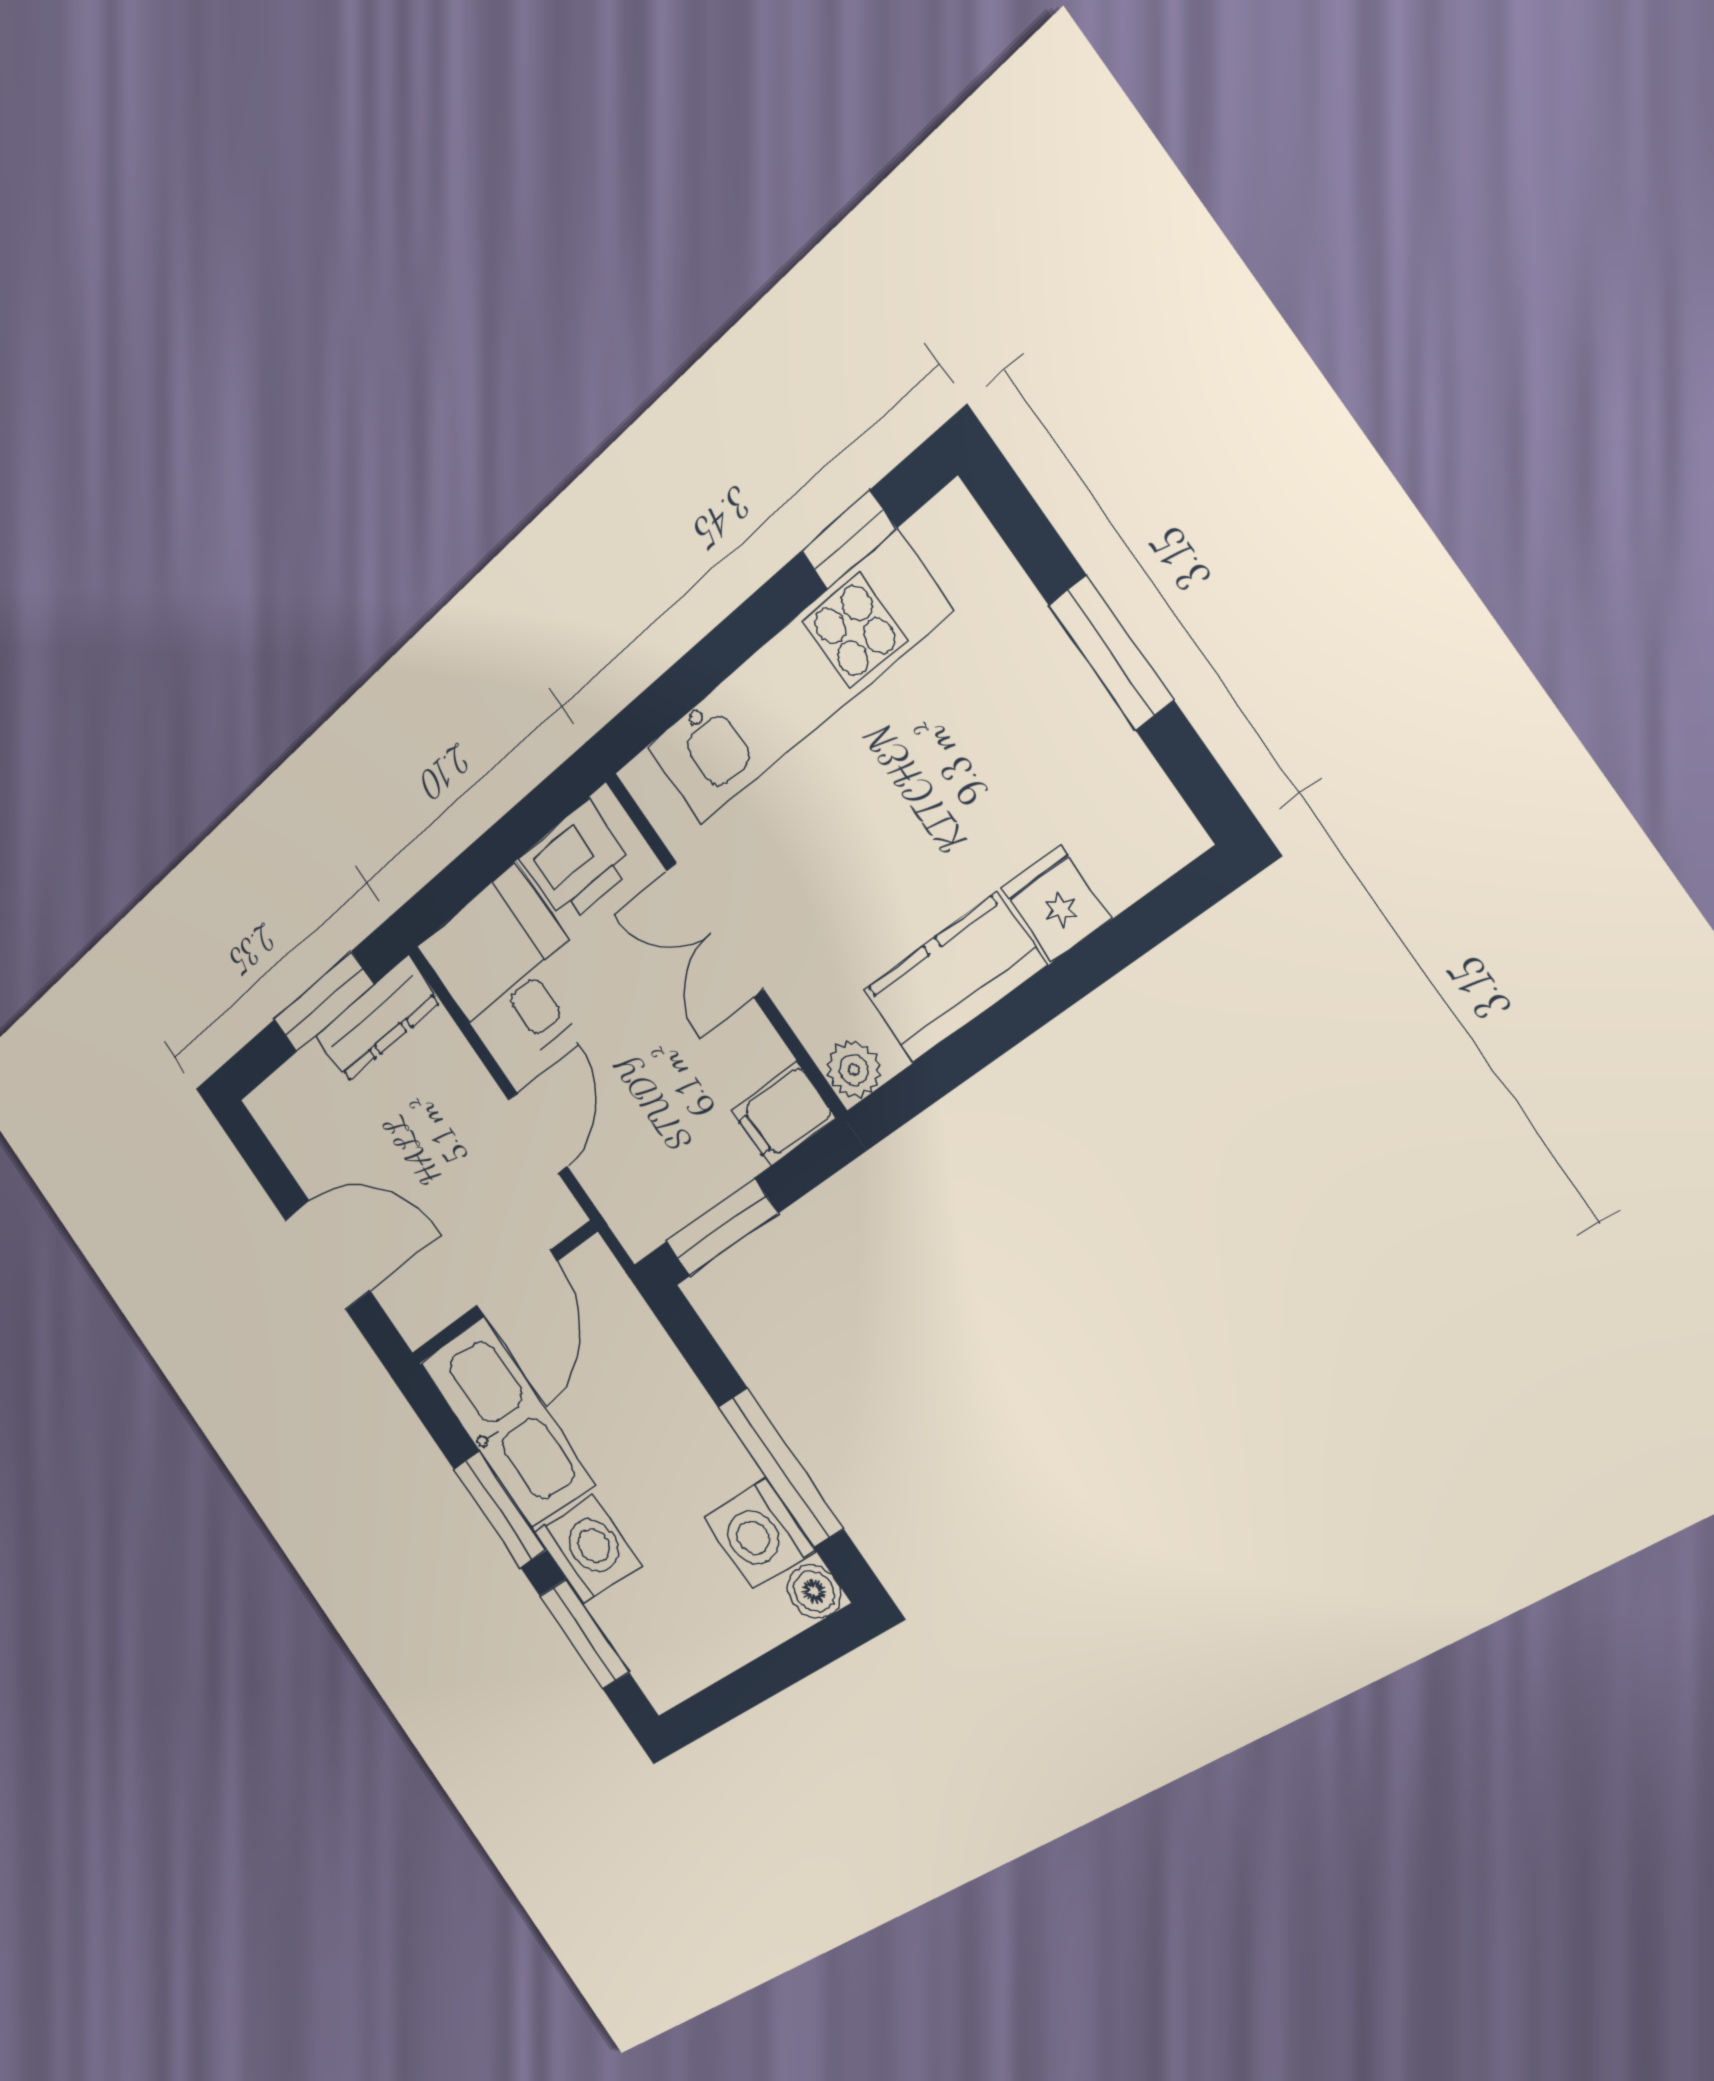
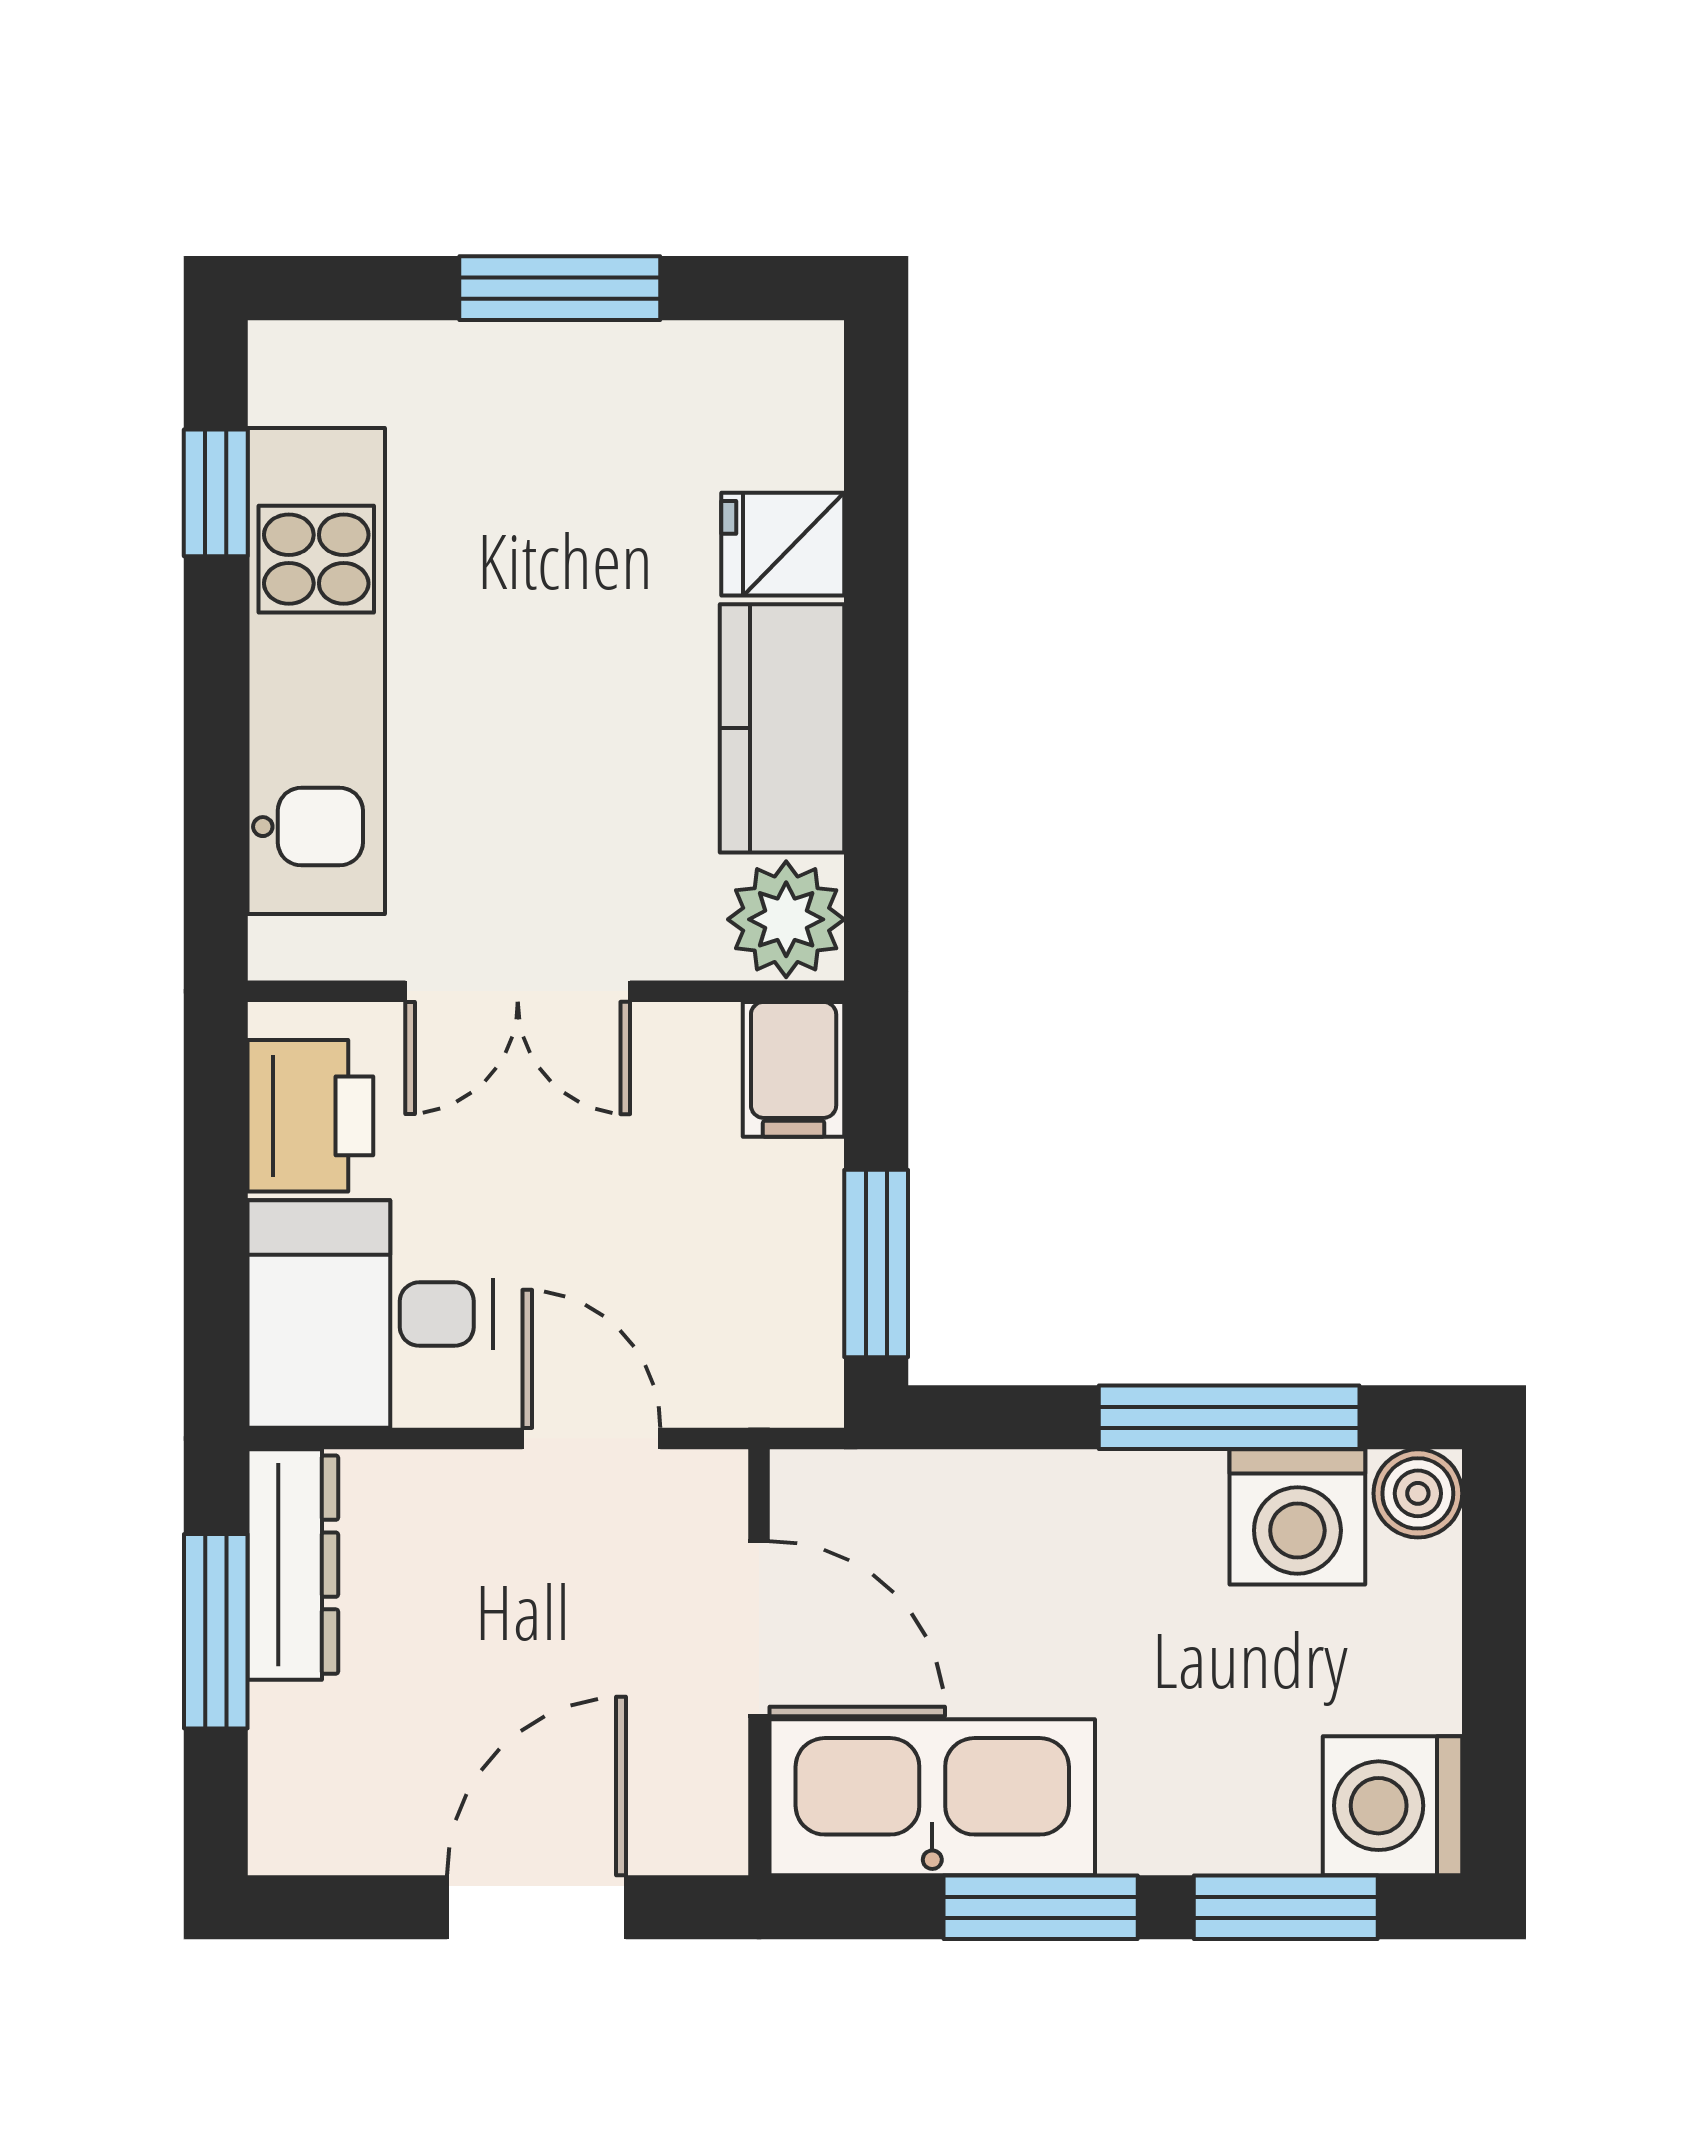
plant: (854, 1070) -> (786, 919), width x1.38, depth x1.38
washing machine: (588, 1549) -> (1393, 1806), moved, turned -90

